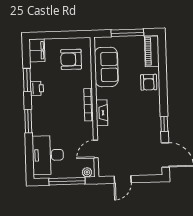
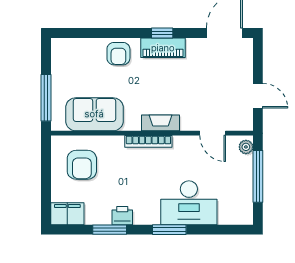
window: (127, 33) -> (46, 98), moved
piano: (152, 51) -> (163, 48), moved
armchair: (149, 82) -> (118, 54), turned 90
window: (164, 124) -> (162, 33), moved
desk: (48, 155) -> (189, 203), moved

